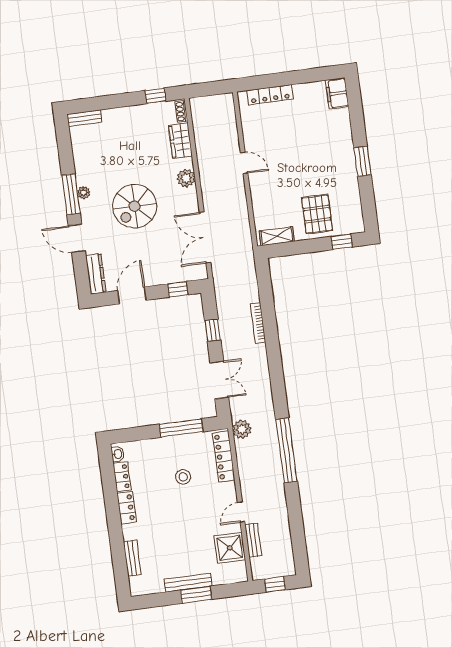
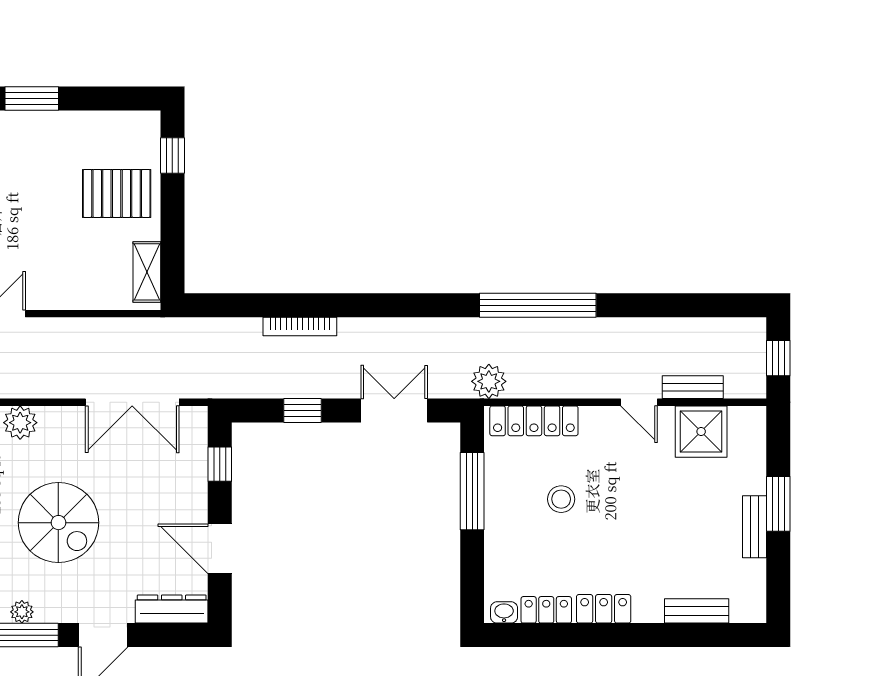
bench: (188, 583) -> (754, 527), width x0.73

